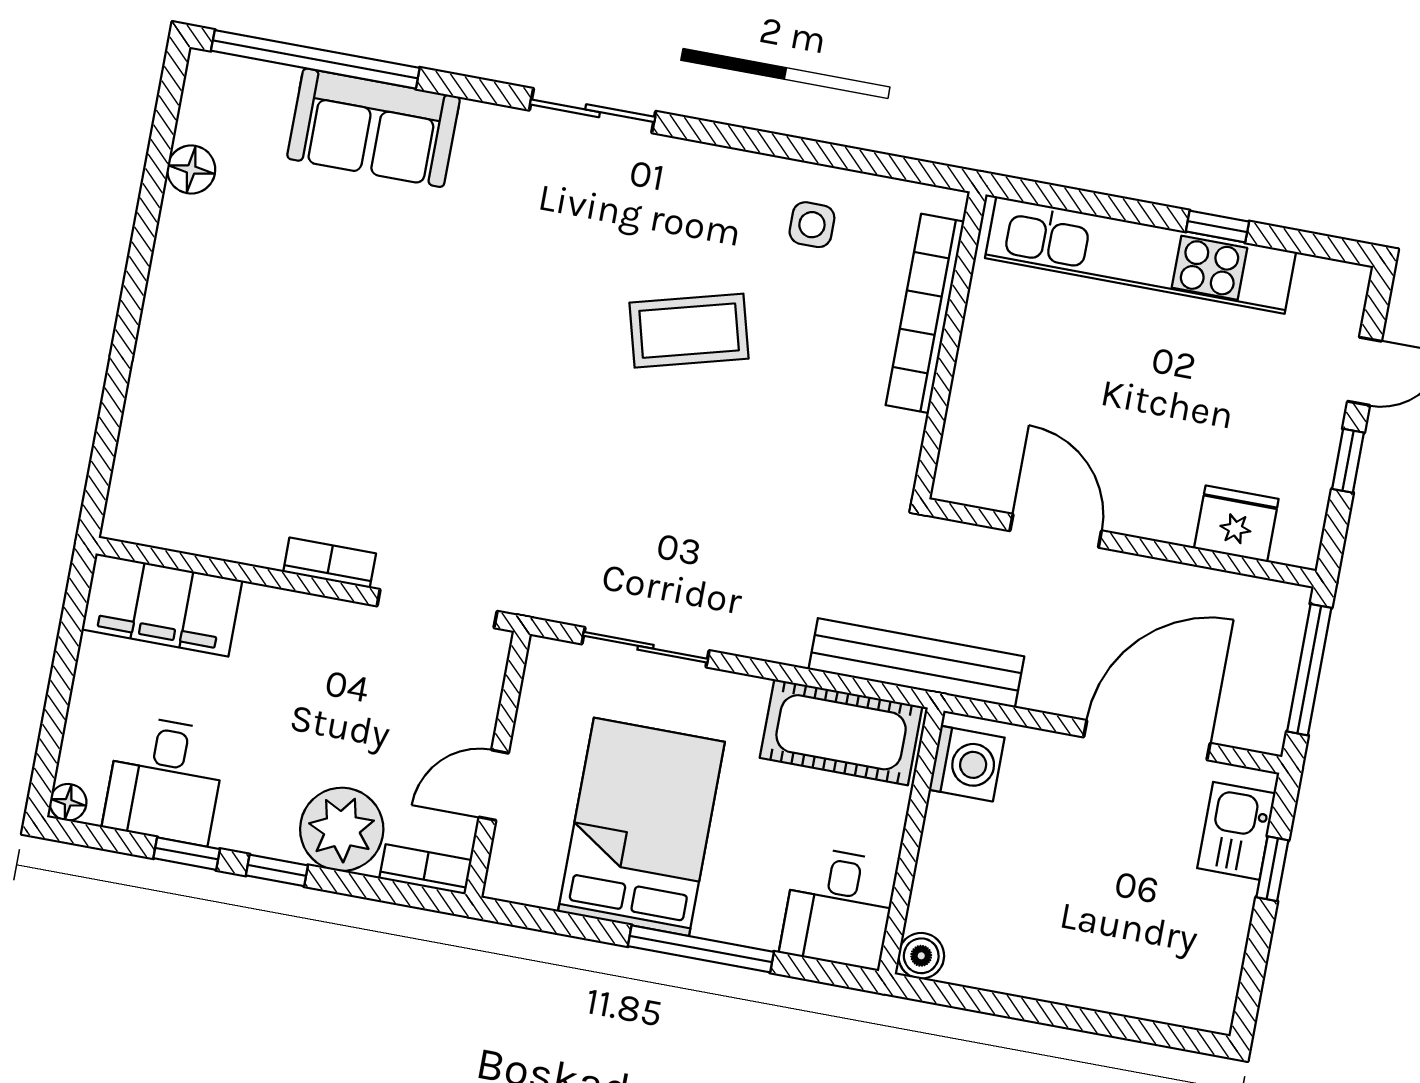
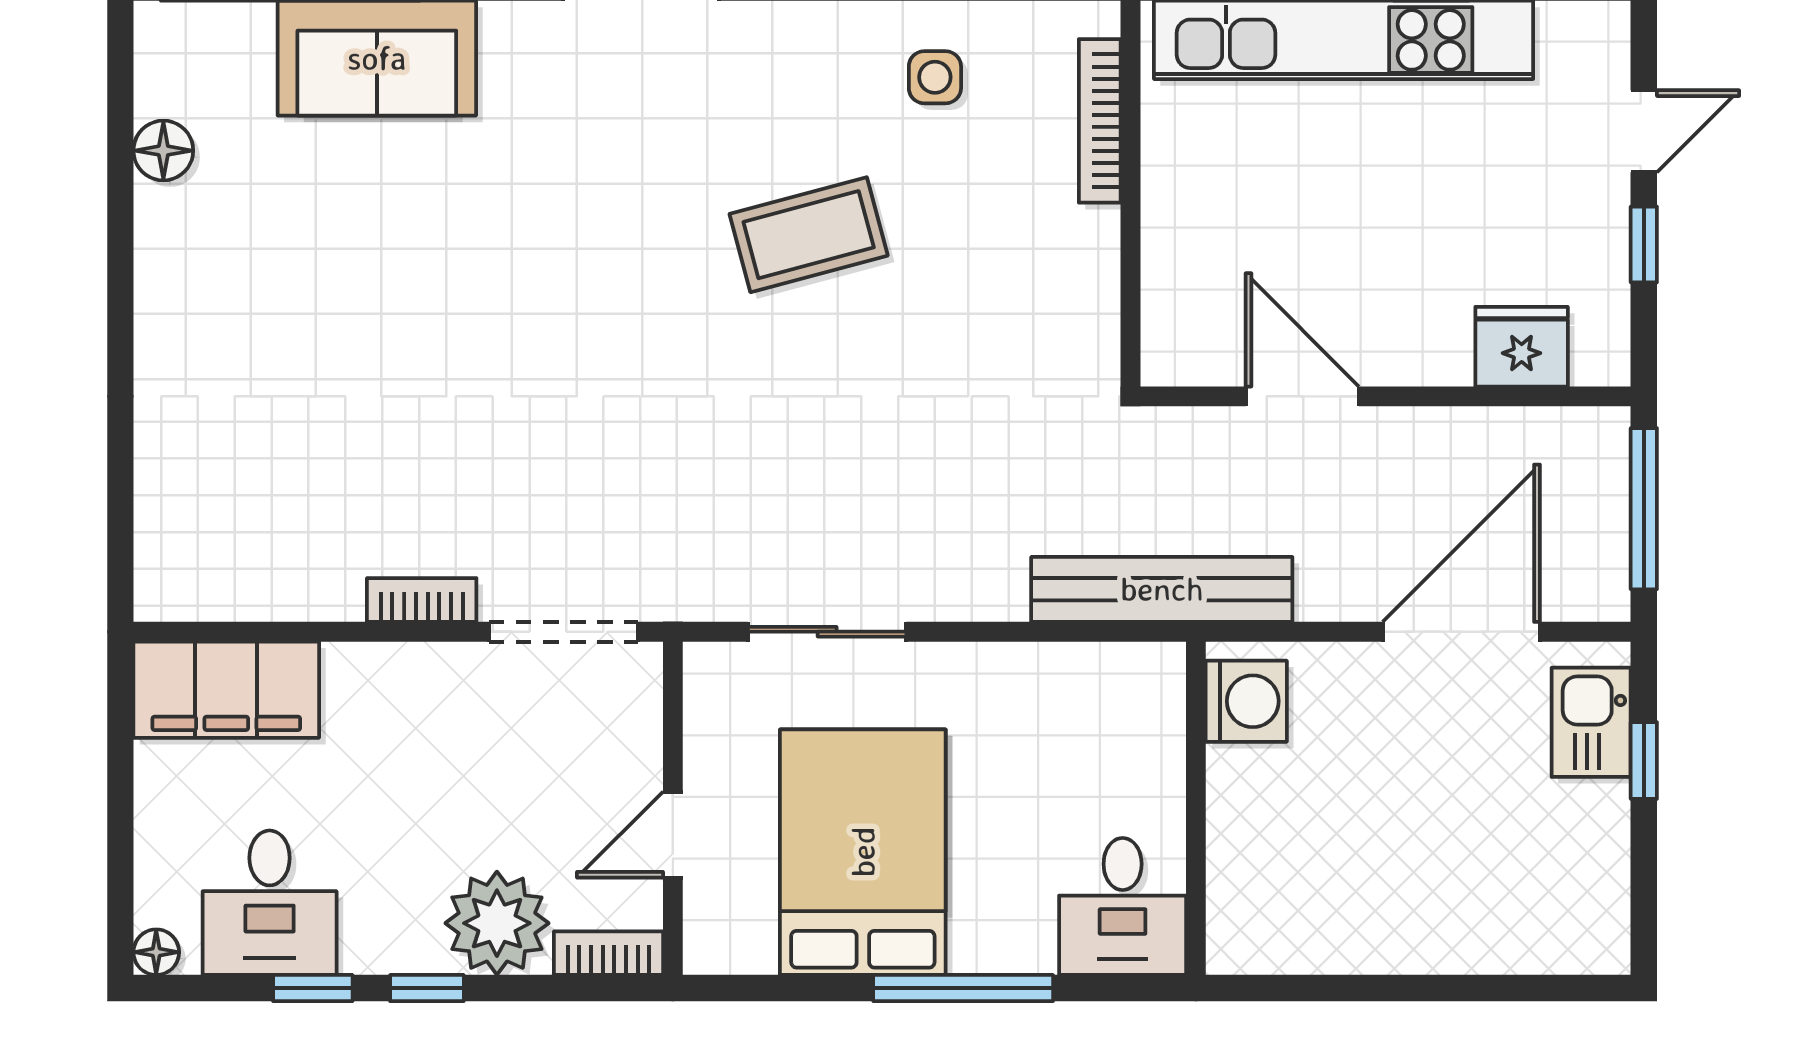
bookcase: (925, 313) -> (1100, 121), width x0.68, depth x0.76
cot: (841, 732) -> (1086, 691), removed
boiler: (921, 956) -> (1234, 947), removed

